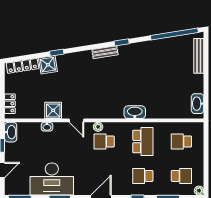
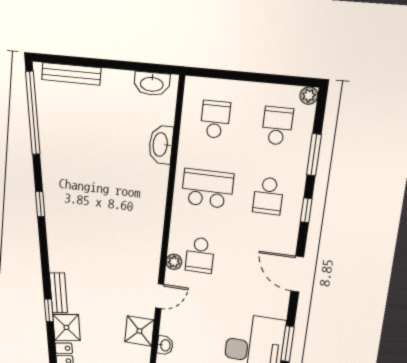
bench: (105, 52) -> (58, 293), moved
washbasin: (135, 112) -> (161, 145), moved
school desk: (181, 142) -> (215, 119), turned 180

